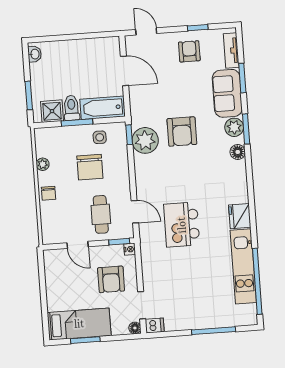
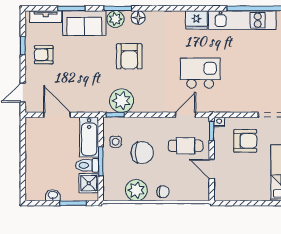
washbasin: (35, 54) -> (53, 195), moved
door: (124, 71) -> (57, 115), hinge flipped
armchair: (182, 132) -> (129, 56), moved, turned 90
plant: (43, 164) -> (136, 190), width x1.87, depth x1.87
kitchen island: (182, 225) -> (200, 73), turned 180
door: (78, 245) -> (212, 169), swing flipped

